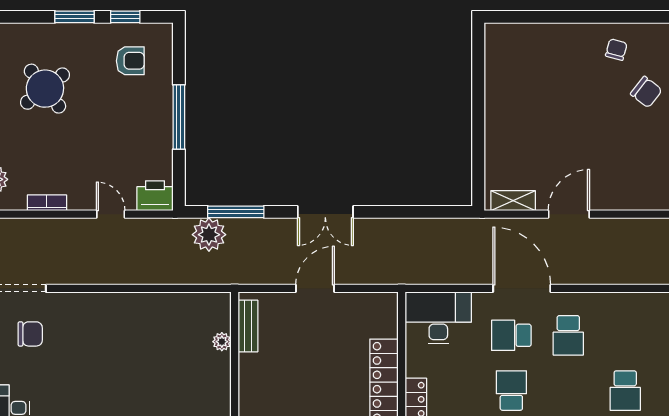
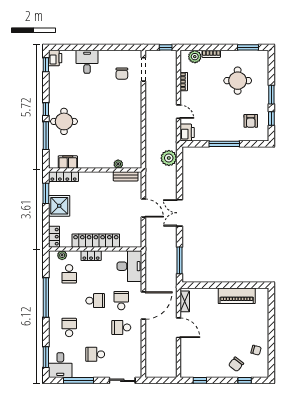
round table: (45, 89) -> (238, 81), turned 38
piano: (501, 91) -> (237, 296), added
window: (236, 212) -> (179, 260), moved
door: (111, 214) -> (178, 112), hinge flipped

